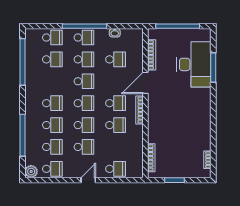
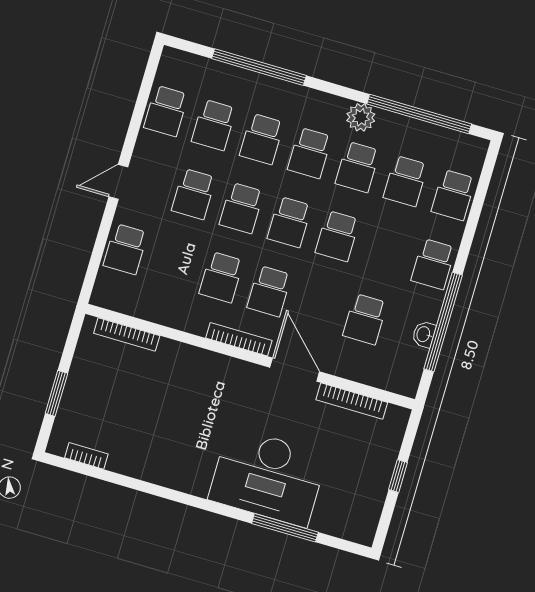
window: (85, 26) -> (443, 322), moved
window: (178, 26) -> (398, 476), width x0.32
school desk: (84, 59) -> (358, 167), moved
desk: (194, 64) -> (268, 477), moved
plant: (31, 172) -> (361, 117), moved
door: (88, 180) -> (118, 182), swing flipped
window: (174, 180) -> (56, 393), moved

